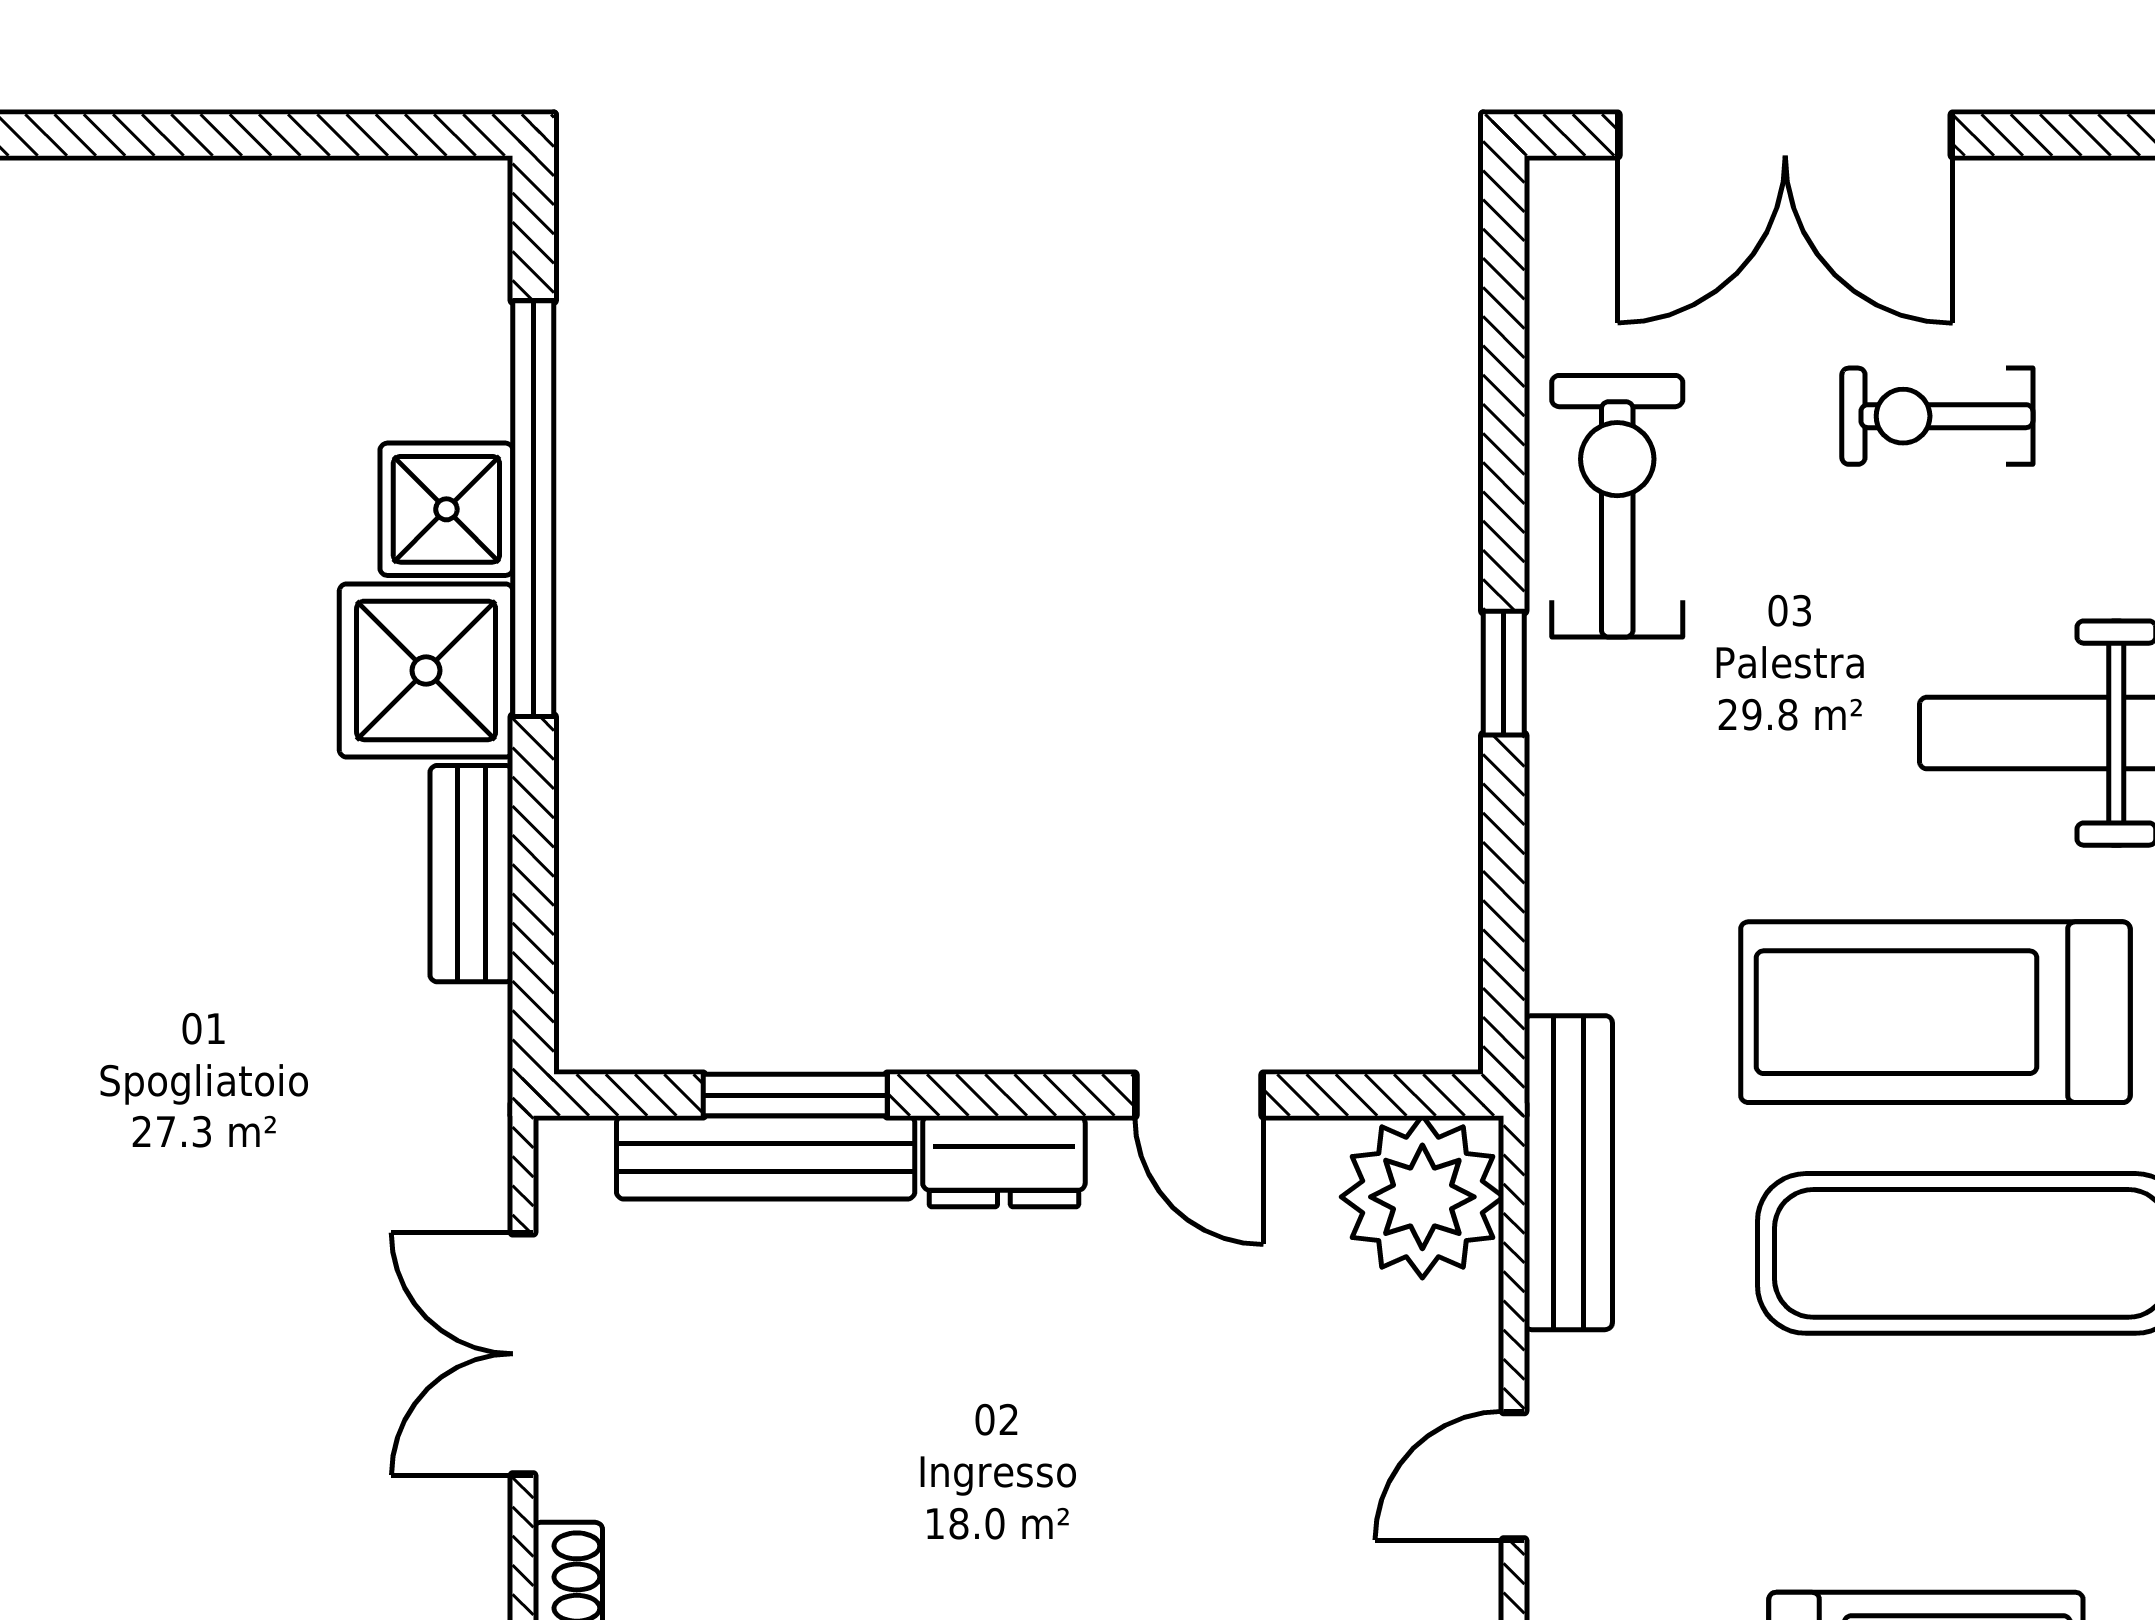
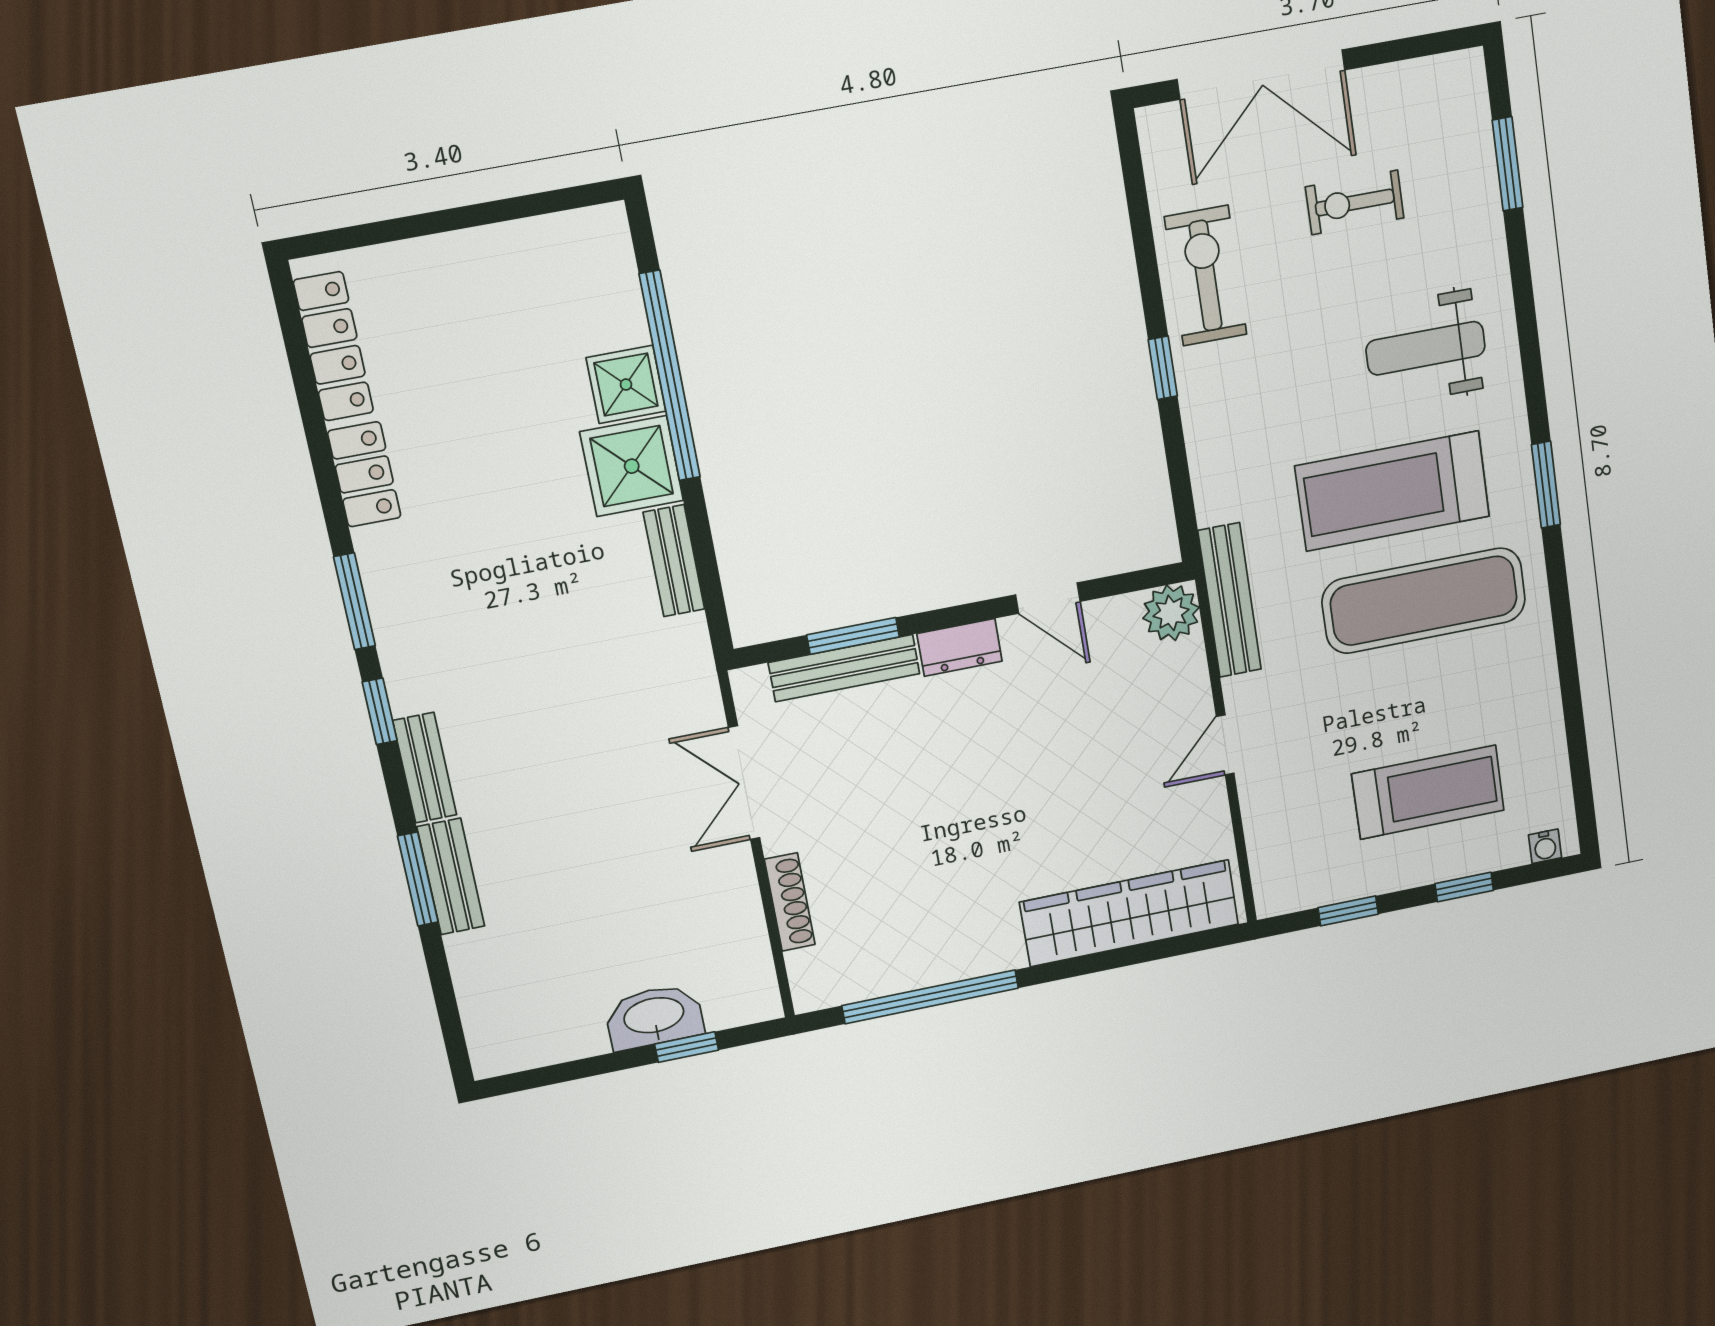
plant: (1422, 1197) -> (1171, 613), width x0.73, depth x0.73

